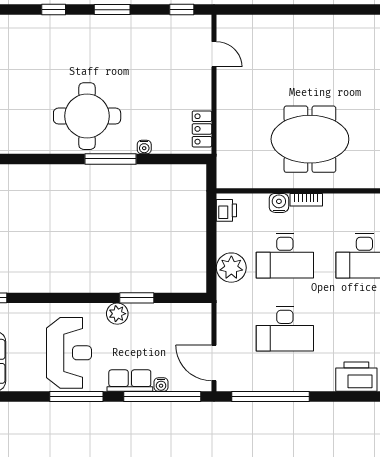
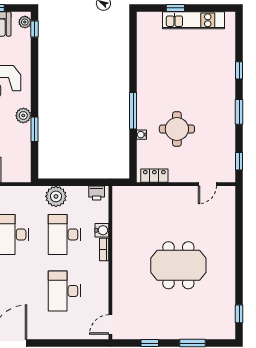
round table: (87, 116) -> (177, 129), moved, width x0.73, depth x0.73
meeting table: (310, 139) -> (178, 265), moved, turned 90

